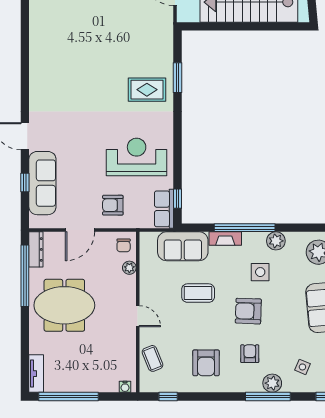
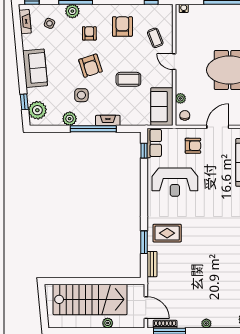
bench: (167, 49) -> (152, 264), added
sofa: (183, 246) -> (162, 107), moved, turned -90
armchair: (248, 311) -> (90, 66), turned 70
armchair: (250, 354) -> (89, 33), turned 180
coffee table: (153, 358) -> (155, 38), moved

